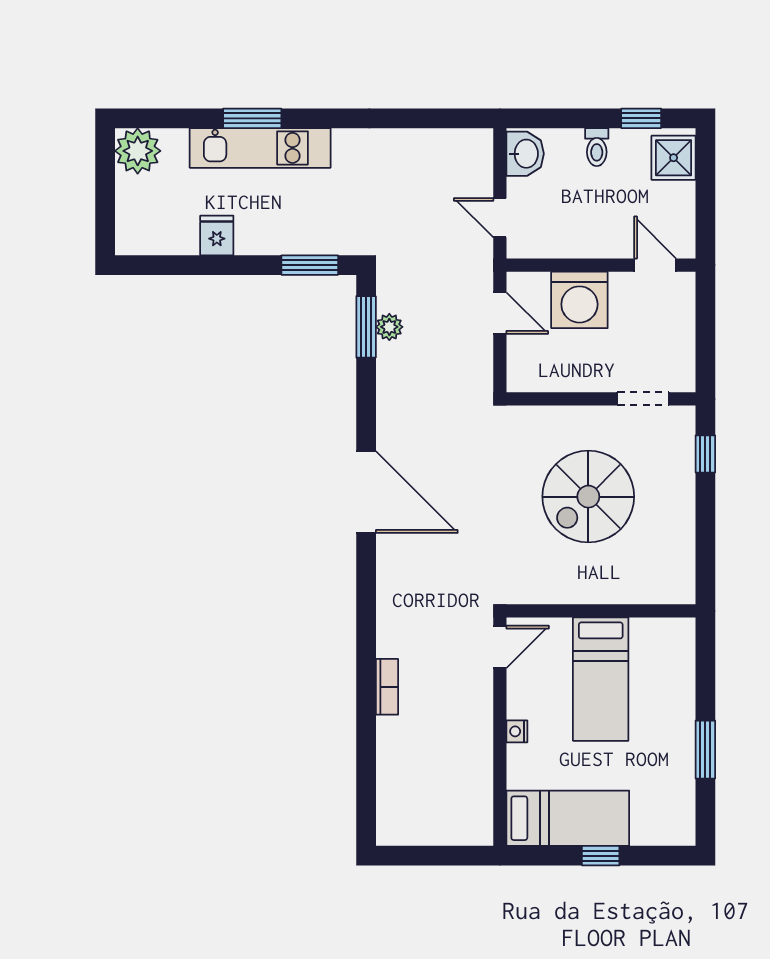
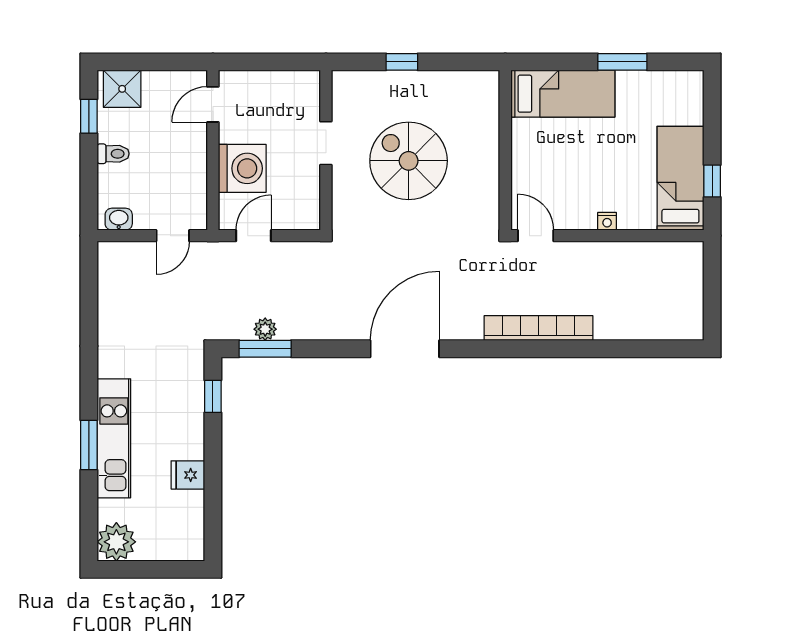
washbasin: (525, 154) -> (119, 219), width x0.72, depth x0.69
window: (310, 265) -> (213, 396), width x0.67
doorway: (643, 399) -> (326, 143), moved
window: (705, 454) -> (402, 62), moved
spiral stairs: (588, 497) -> (409, 161), turned 180
bed: (601, 679) -> (563, 94), moved
bookcase: (387, 687) -> (538, 328), width x2.31, depth x1.31
window: (601, 856) -> (712, 181), moved

